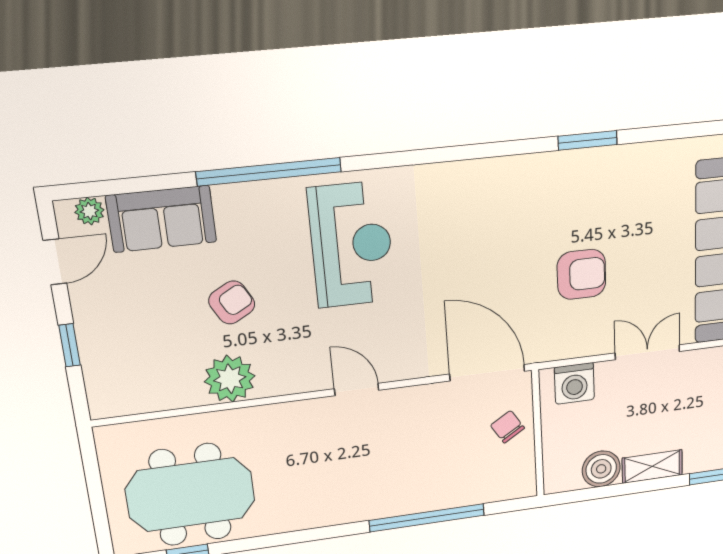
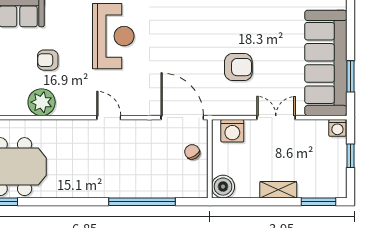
armchair: (232, 302) -> (48, 60), turned -151
boiler: (601, 469) -> (223, 187), moved

